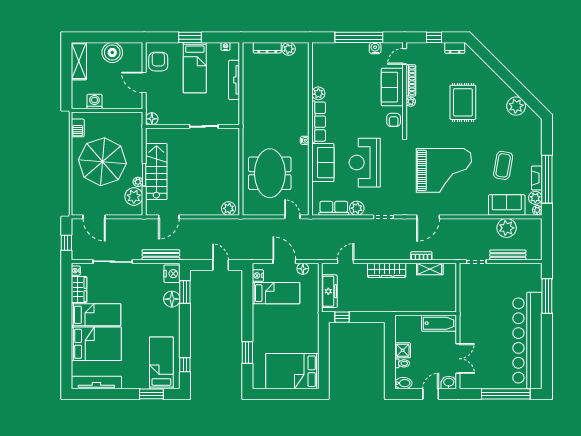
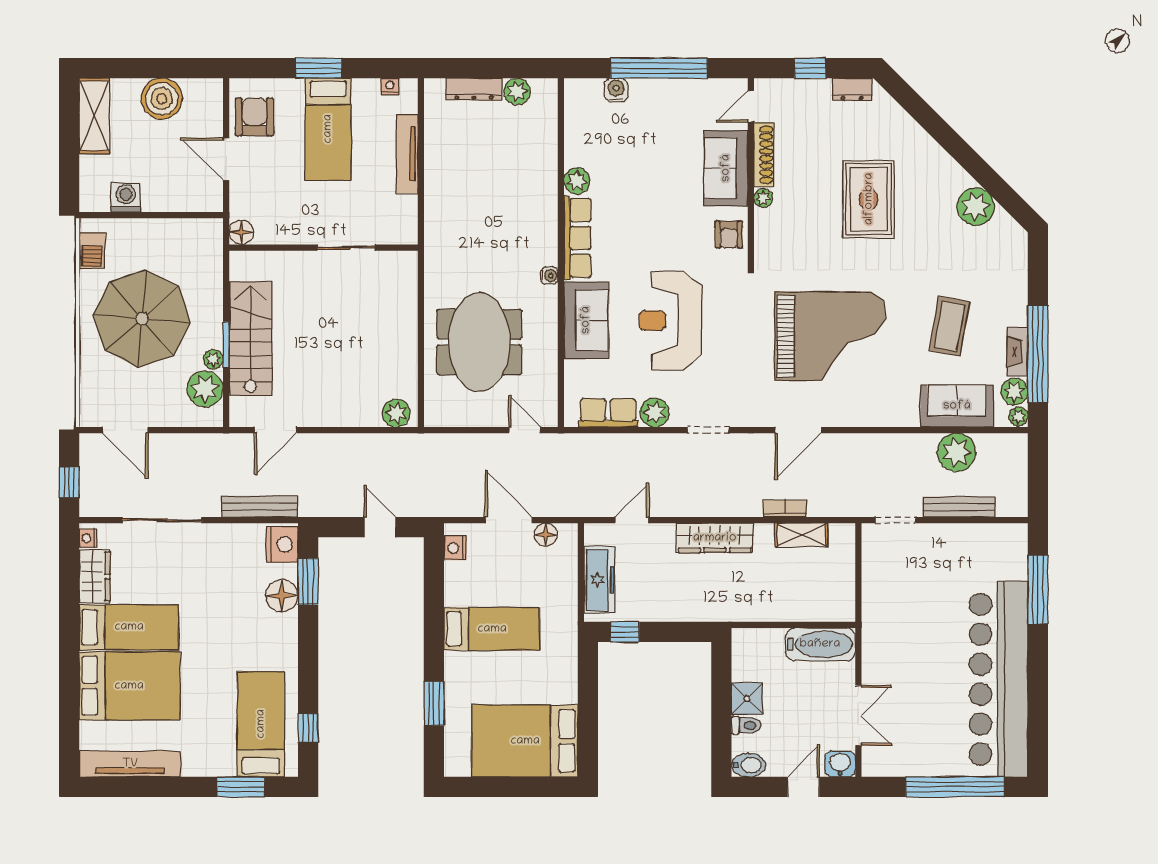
water cooler: (375, 48) -> (616, 90), moved
bed: (276, 293) -> (492, 629), moved

